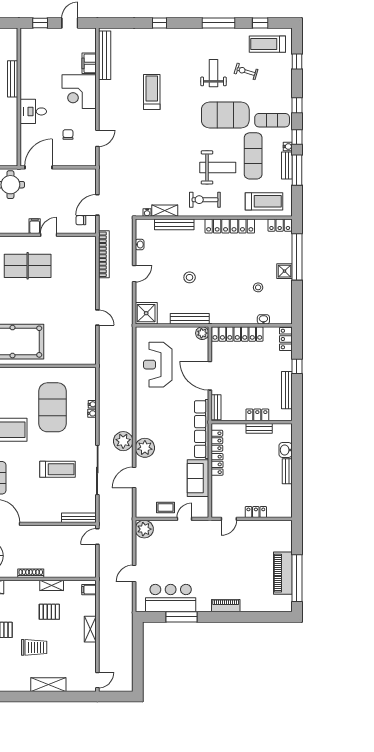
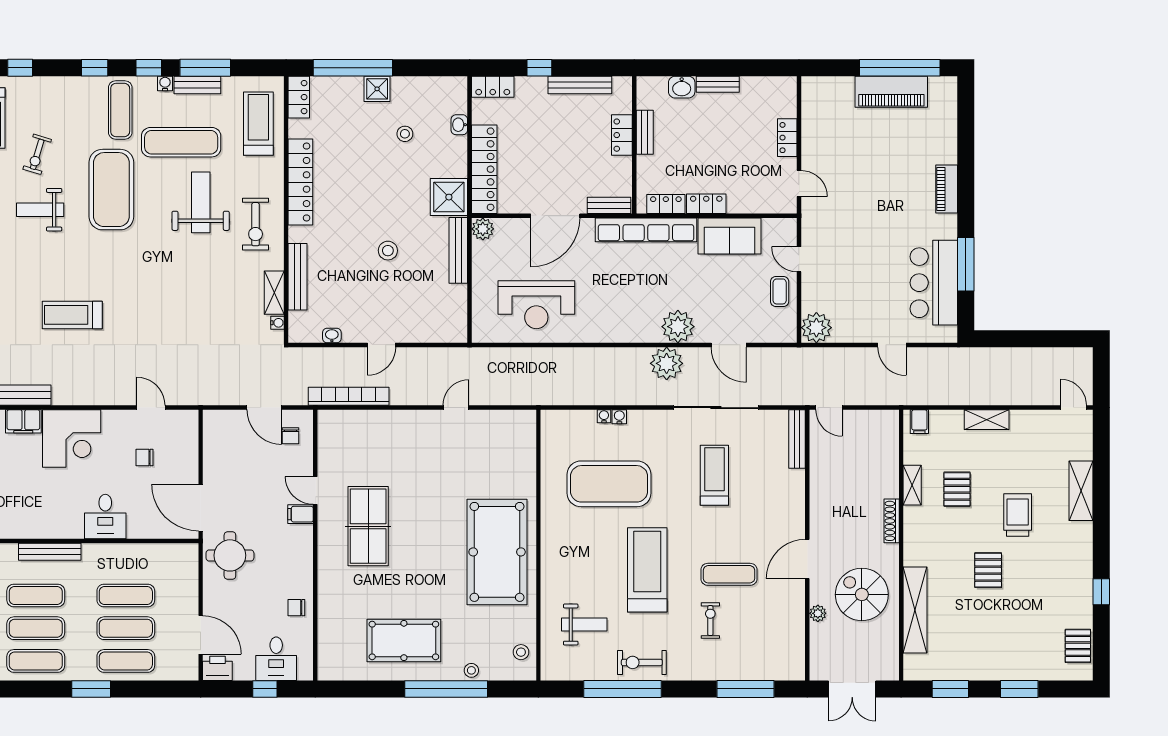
door: (134, 274) -> (381, 345), swing flipped
shower: (146, 313) -> (449, 197), moved

